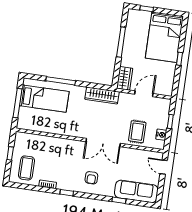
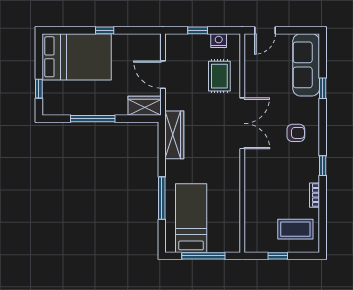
rug: (137, 132) -> (219, 76), turned 90

